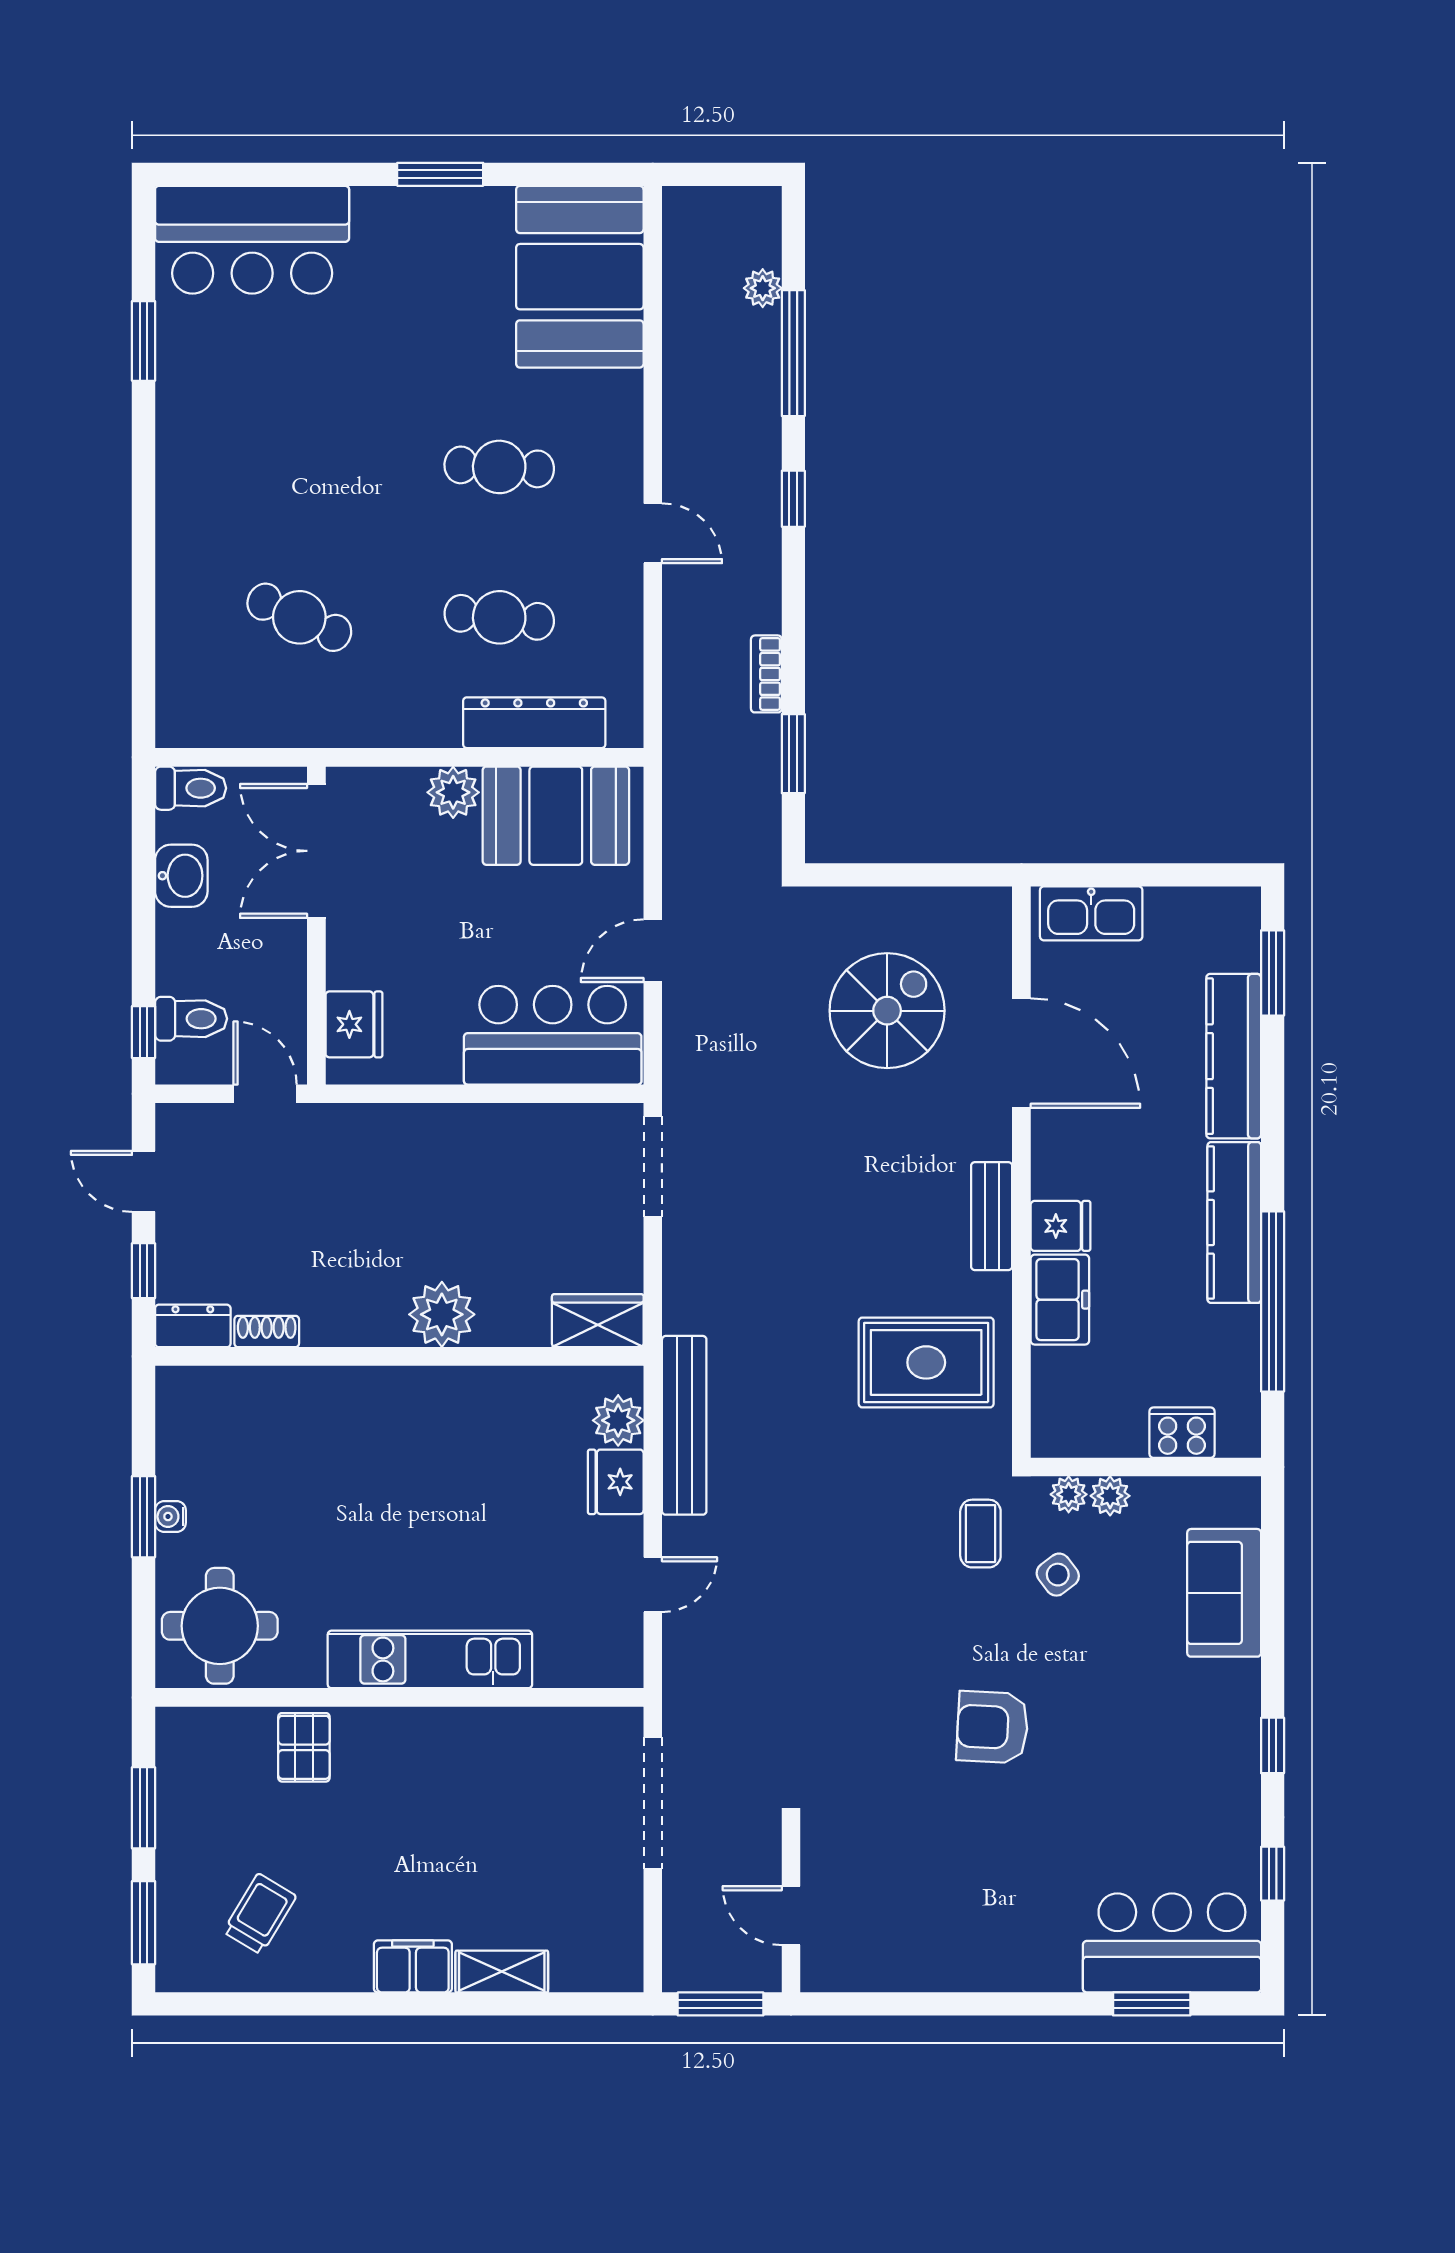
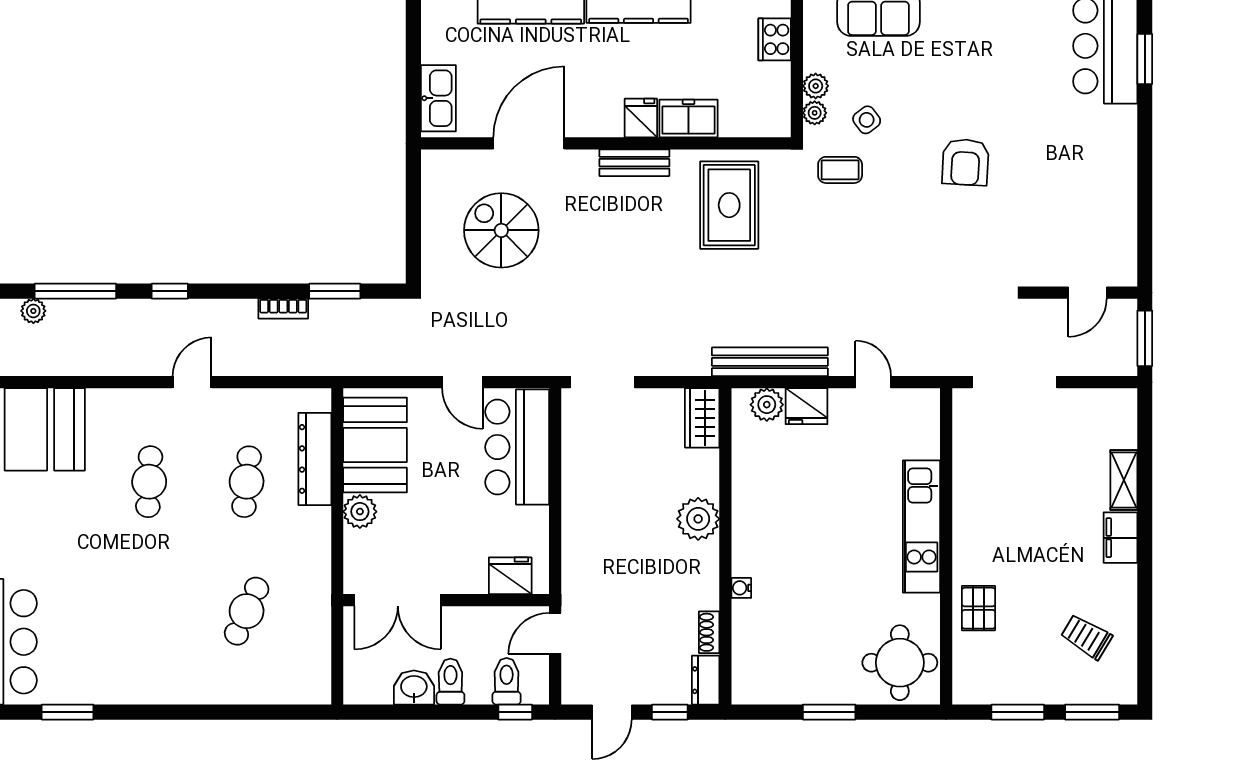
toilet: (191, 788) -> (450, 682), moved
water cooler: (170, 1517) -> (741, 588), moved, turned 90
pallet: (304, 1747) -> (979, 608), turned 90

